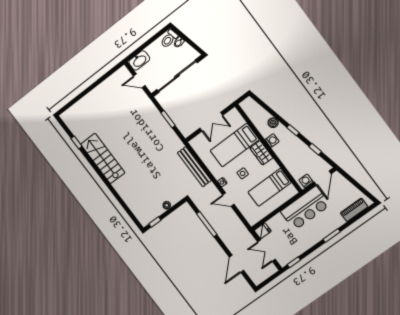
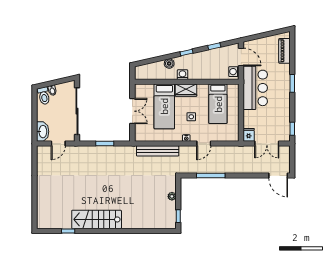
door: (236, 264) -> (278, 176), moved

